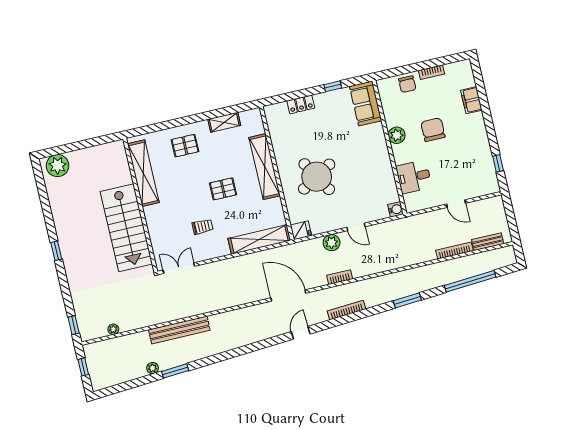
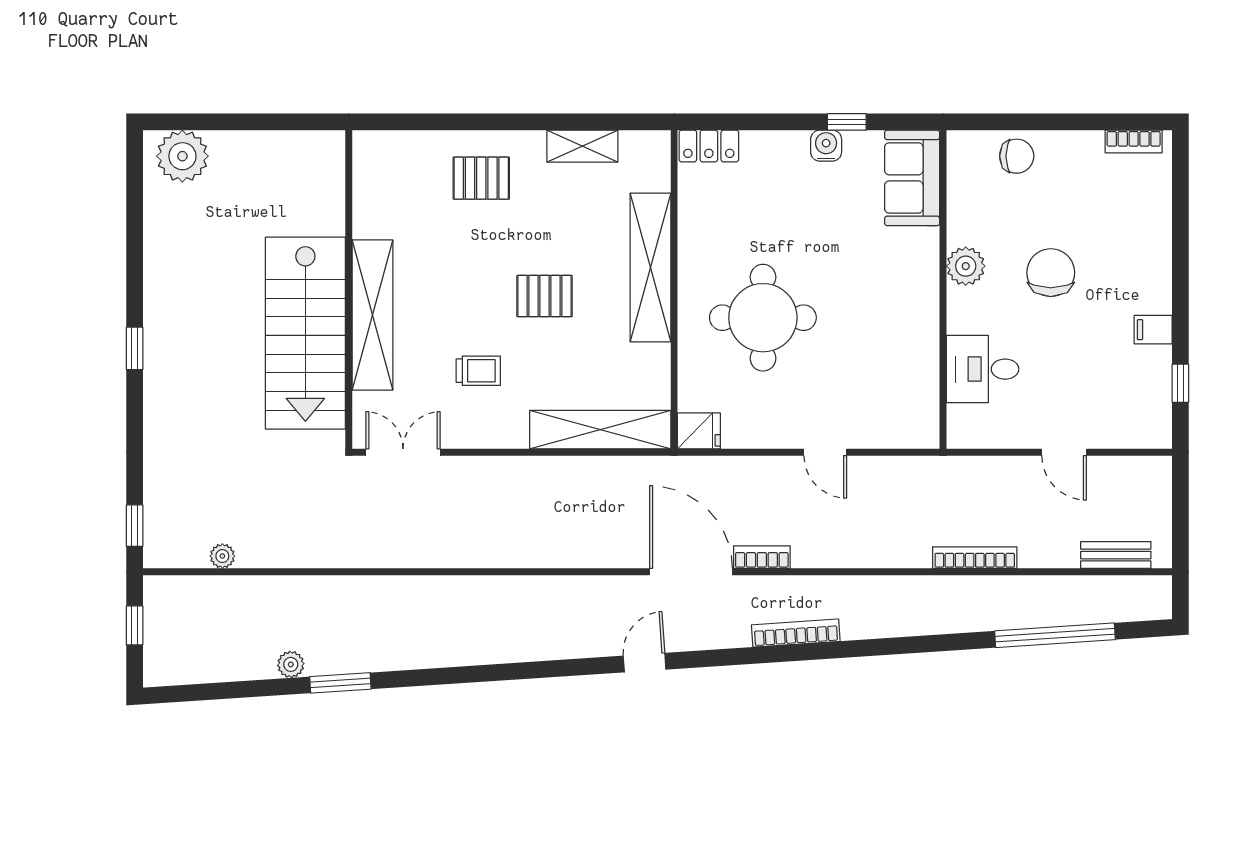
bookcase: (431, 72) -> (1134, 142), moved
chair: (407, 84) -> (1017, 156), turned -90
filing cabinet: (471, 100) -> (1153, 330), moved, width x0.50
locker: (301, 104) -> (709, 146), moved
shelving: (143, 173) -> (373, 315), moved
round table: (317, 177) -> (763, 318), turned 31
water cooler: (396, 209) -> (826, 146), moved, turned -90
plant: (332, 243) -> (762, 475), removed
bookcase: (454, 251) -> (975, 558), moved
door: (288, 295) -> (691, 572), moved
window: (407, 300) -> (903, 645), removed
bookcase: (346, 310) -> (796, 633), moved
bench: (179, 330) -> (371, 592), removed

